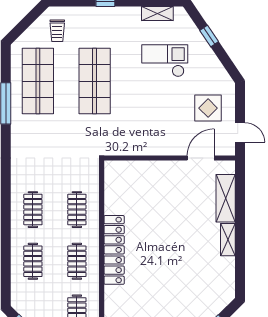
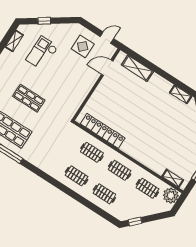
shop shelf: (95, 81) -> (29, 98), width x0.70, depth x0.74
door: (201, 158) -> (107, 68), hinge flipped
shelving: (228, 240) -> (181, 94), moved
locker: (114, 250) -> (103, 131), moved

